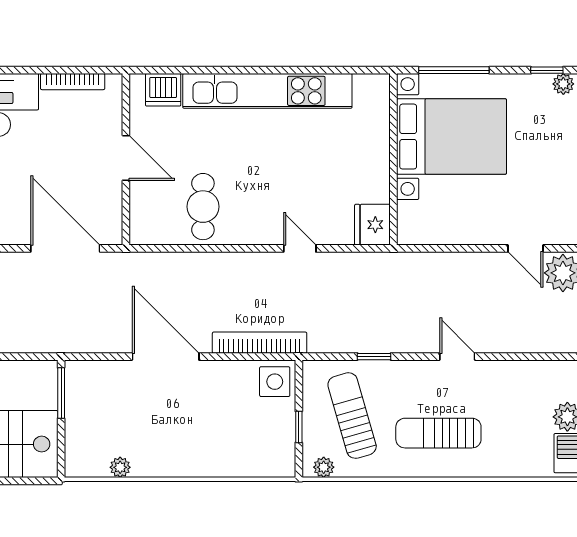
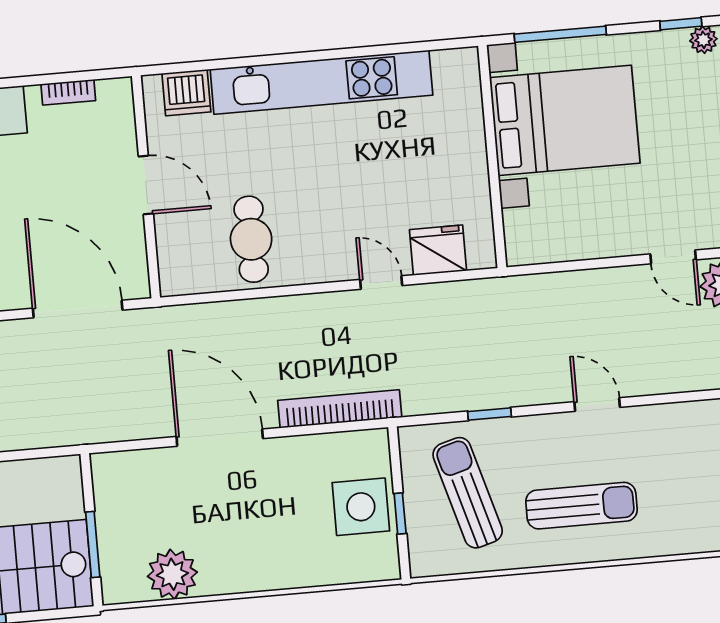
bookcase: (73, 82) -> (68, 92), width x0.64
fridge: (372, 225) -> (438, 250), moved, turned 90
side table: (275, 382) -> (361, 507), moved, width x1.37, depth x1.37
window: (61, 393) -> (93, 544), moved
sun lounger: (438, 433) -> (581, 506), turned 180
plant: (120, 467) -> (172, 574), width x1.87, depth x1.87
plant: (324, 467) -> (437, 563), removed

